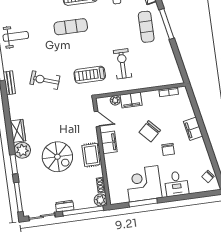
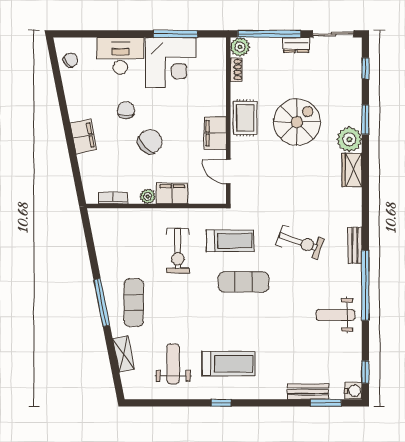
exercise mat: (71, 27) -> (244, 282), moved
plant: (115, 100) -> (148, 196), moved
spiral stairs: (57, 157) -> (297, 122), turned 90
desk: (176, 184) -> (120, 56), width x1.37
window: (18, 197) -> (365, 68), width x0.46

